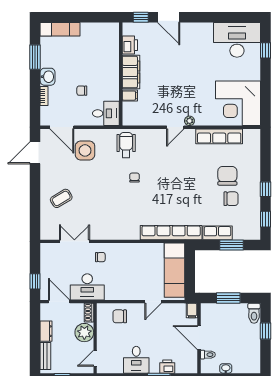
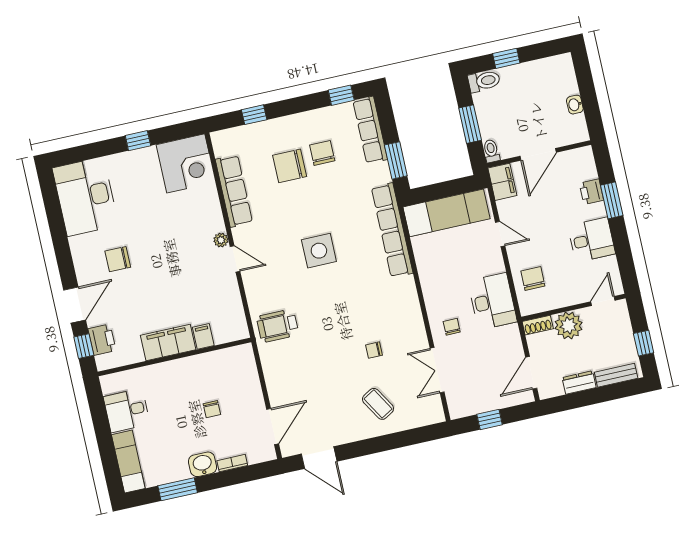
printer: (130, 45) -> (102, 340), moved, turned 90
window: (265, 50) -> (138, 141), moved
chair: (192, 52) -> (118, 259), added
corner desk: (238, 103) -> (186, 163), width x0.74, depth x0.74
desk: (106, 113) -> (127, 410), moved, turned -90
side table: (85, 150) -> (319, 251), moved
chair: (135, 178) -> (374, 350), moved
window: (265, 189) -> (254, 115), moved
row of seats: (217, 233) -> (370, 130), moved, width x1.48
window: (231, 245) -> (396, 160), moved
window: (35, 281) -> (490, 419), moved
desk: (87, 287) -> (492, 301), moved
filing cabinet: (192, 311) -> (502, 182), width x2.00
chair: (120, 316) -> (533, 279), turned 180
toilet: (208, 355) -> (491, 151), moved
door: (95, 358) -> (603, 301), swing flipped

